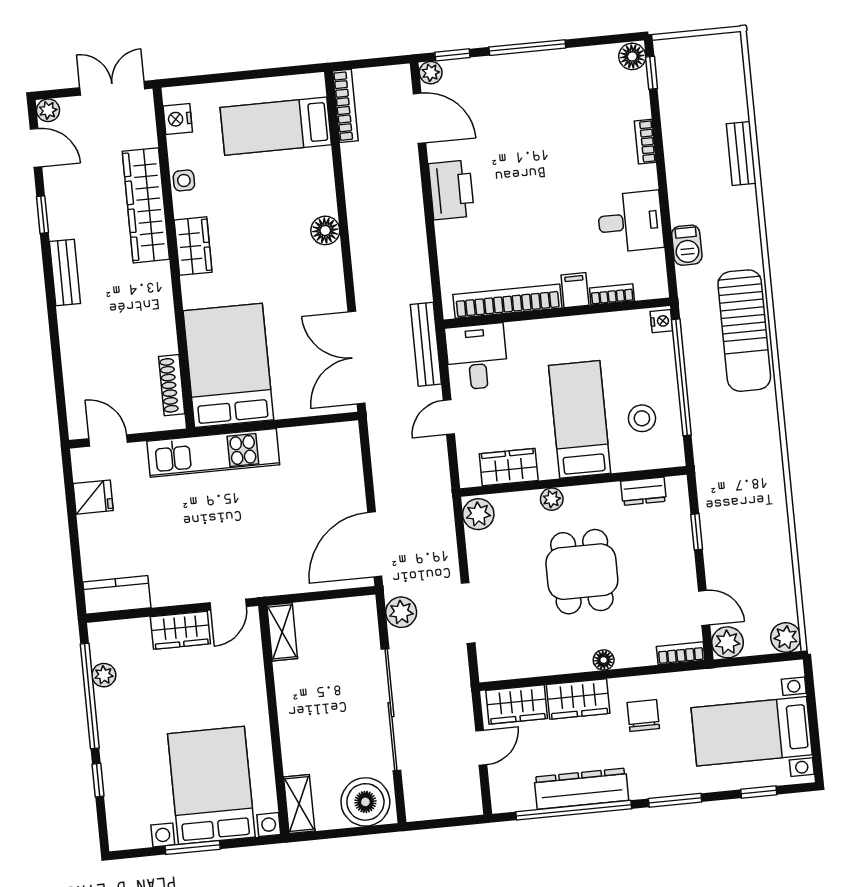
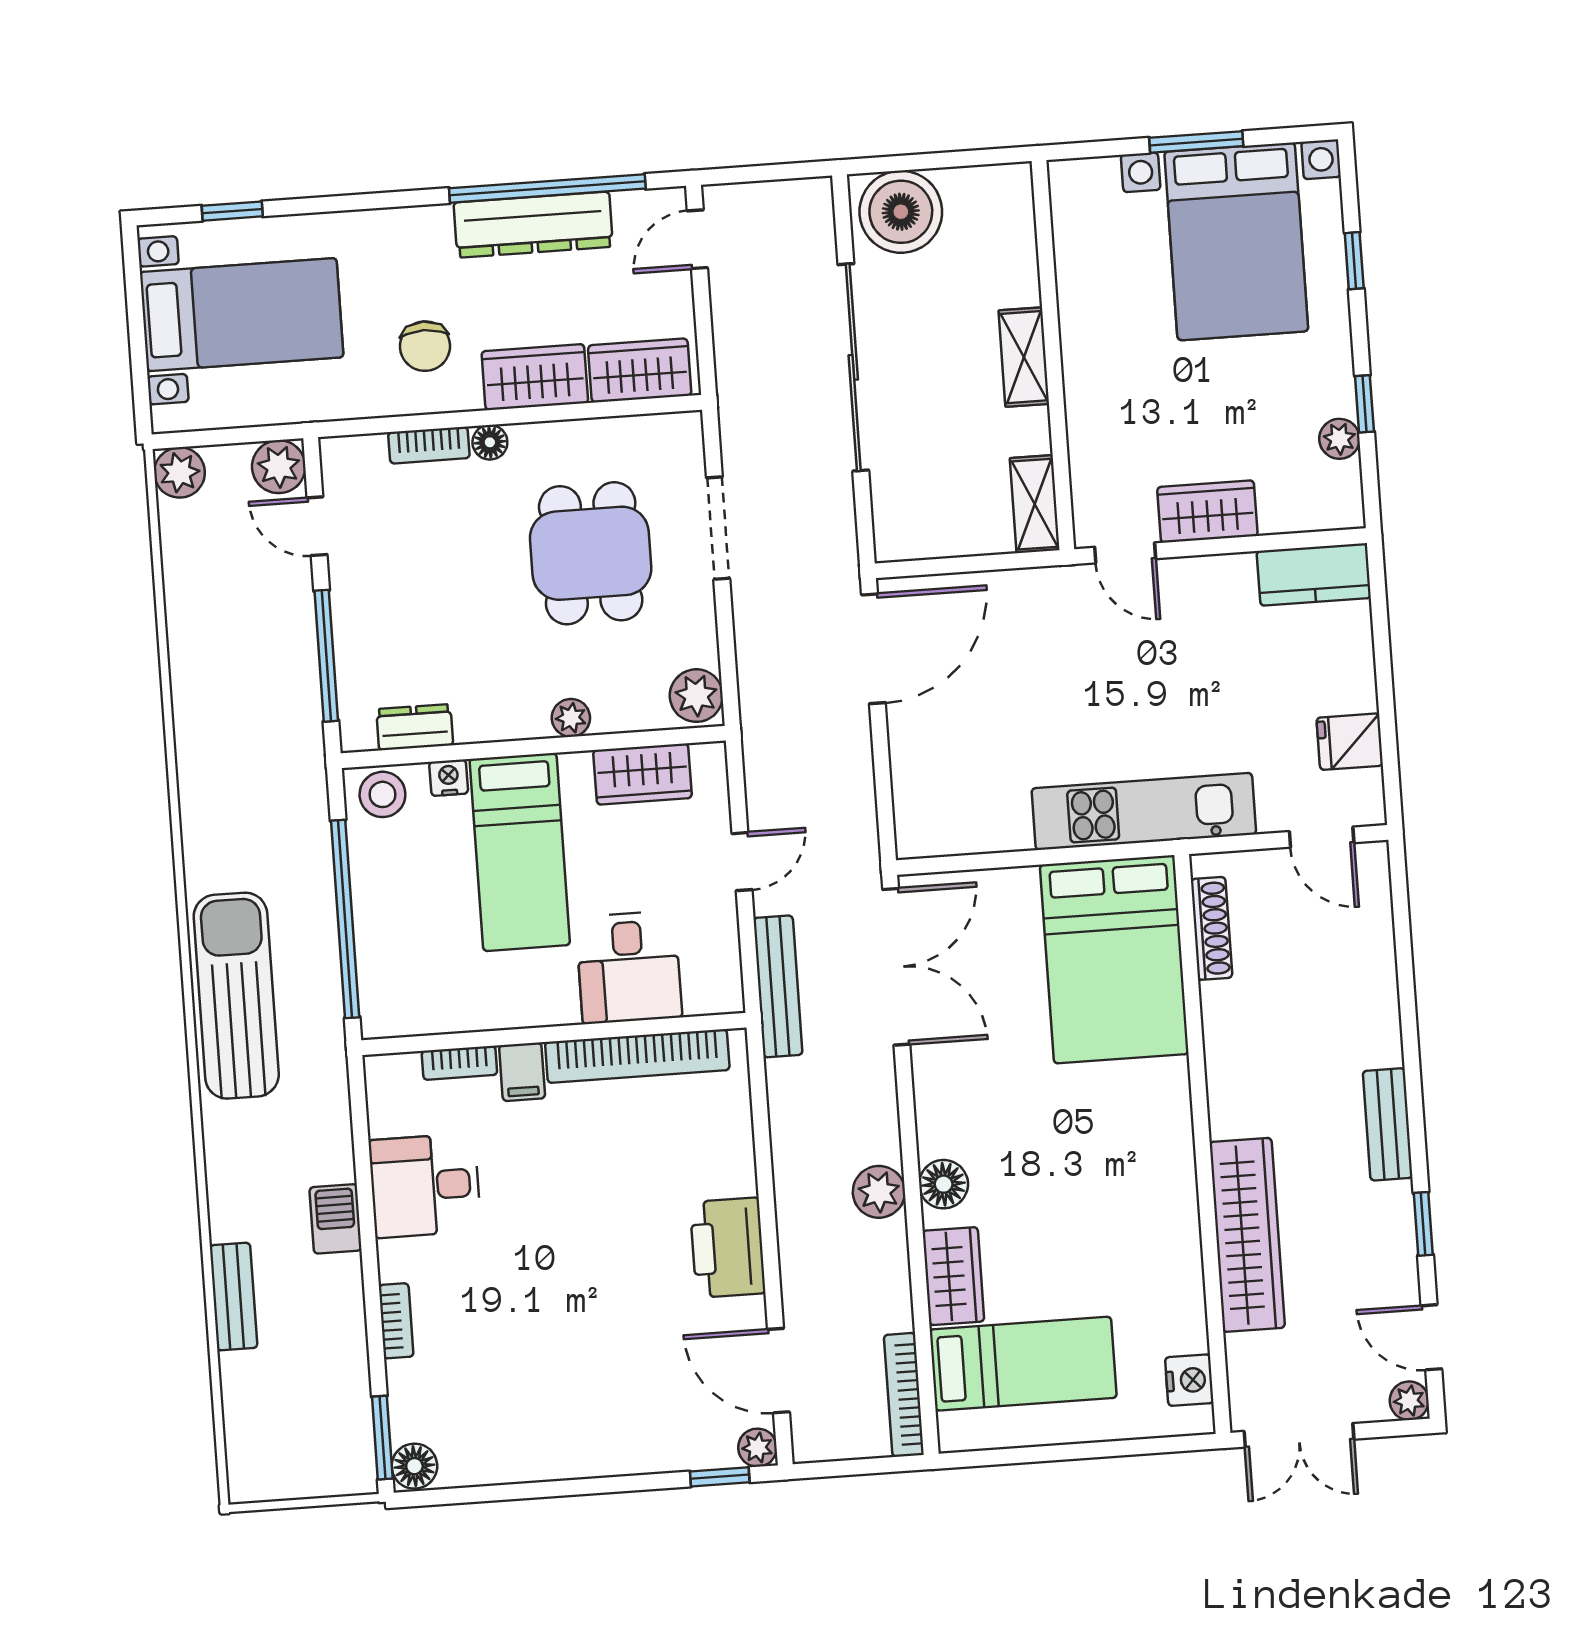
window: (527, 48) -> (592, 1486), removed
window: (652, 73) -> (382, 1438), width x1.50
side table: (184, 180) -> (1181, 1275), removed
barbecue: (687, 245) -> (335, 1219), moved
wardrobe: (193, 246) -> (953, 1276), moved, turned 180
nightstand: (661, 321) -> (449, 778), moved, turned 90
desk: (477, 357) -> (629, 967), moved
stool: (642, 418) -> (382, 794), moved
window: (697, 532) -> (326, 656), width x2.17
dining table: (582, 572) -> (591, 553), moved
door: (228, 605) -> (1125, 553), swing flipped
plant: (401, 612) -> (879, 1192), moved
bookcase: (681, 653) -> (429, 445), moved
window: (90, 696) -> (1364, 404), width x0.32
door: (481, 748) -> (697, 239), moved
bed with nightstands: (211, 785) -> (1236, 241), moved
window: (675, 800) -> (375, 201), removed
shelving: (299, 804) -> (1024, 357), moved

